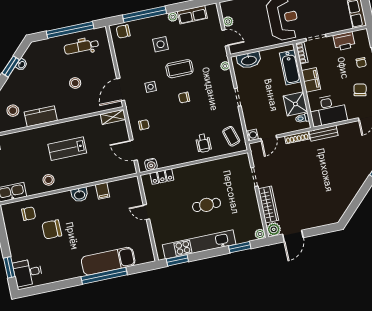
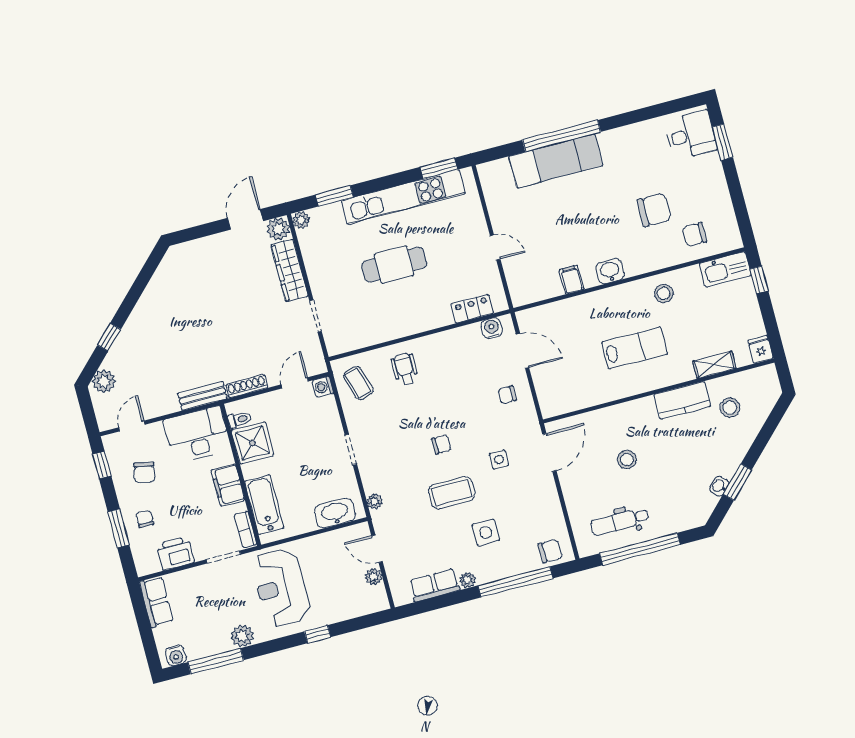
dental chair: (81, 47) -> (620, 522), turned 180
shelving: (113, 117) -> (714, 365), moved
cafe table: (207, 205) -> (394, 265), width x1.37, depth x1.35

